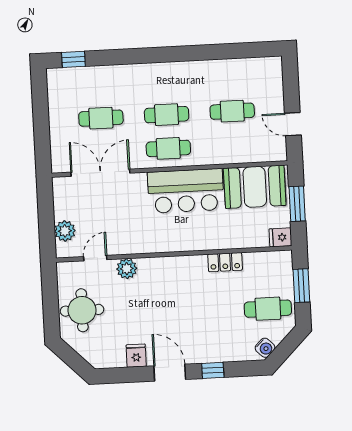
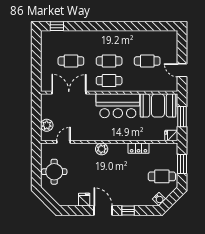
plant: (127, 269) -> (102, 149), moved

